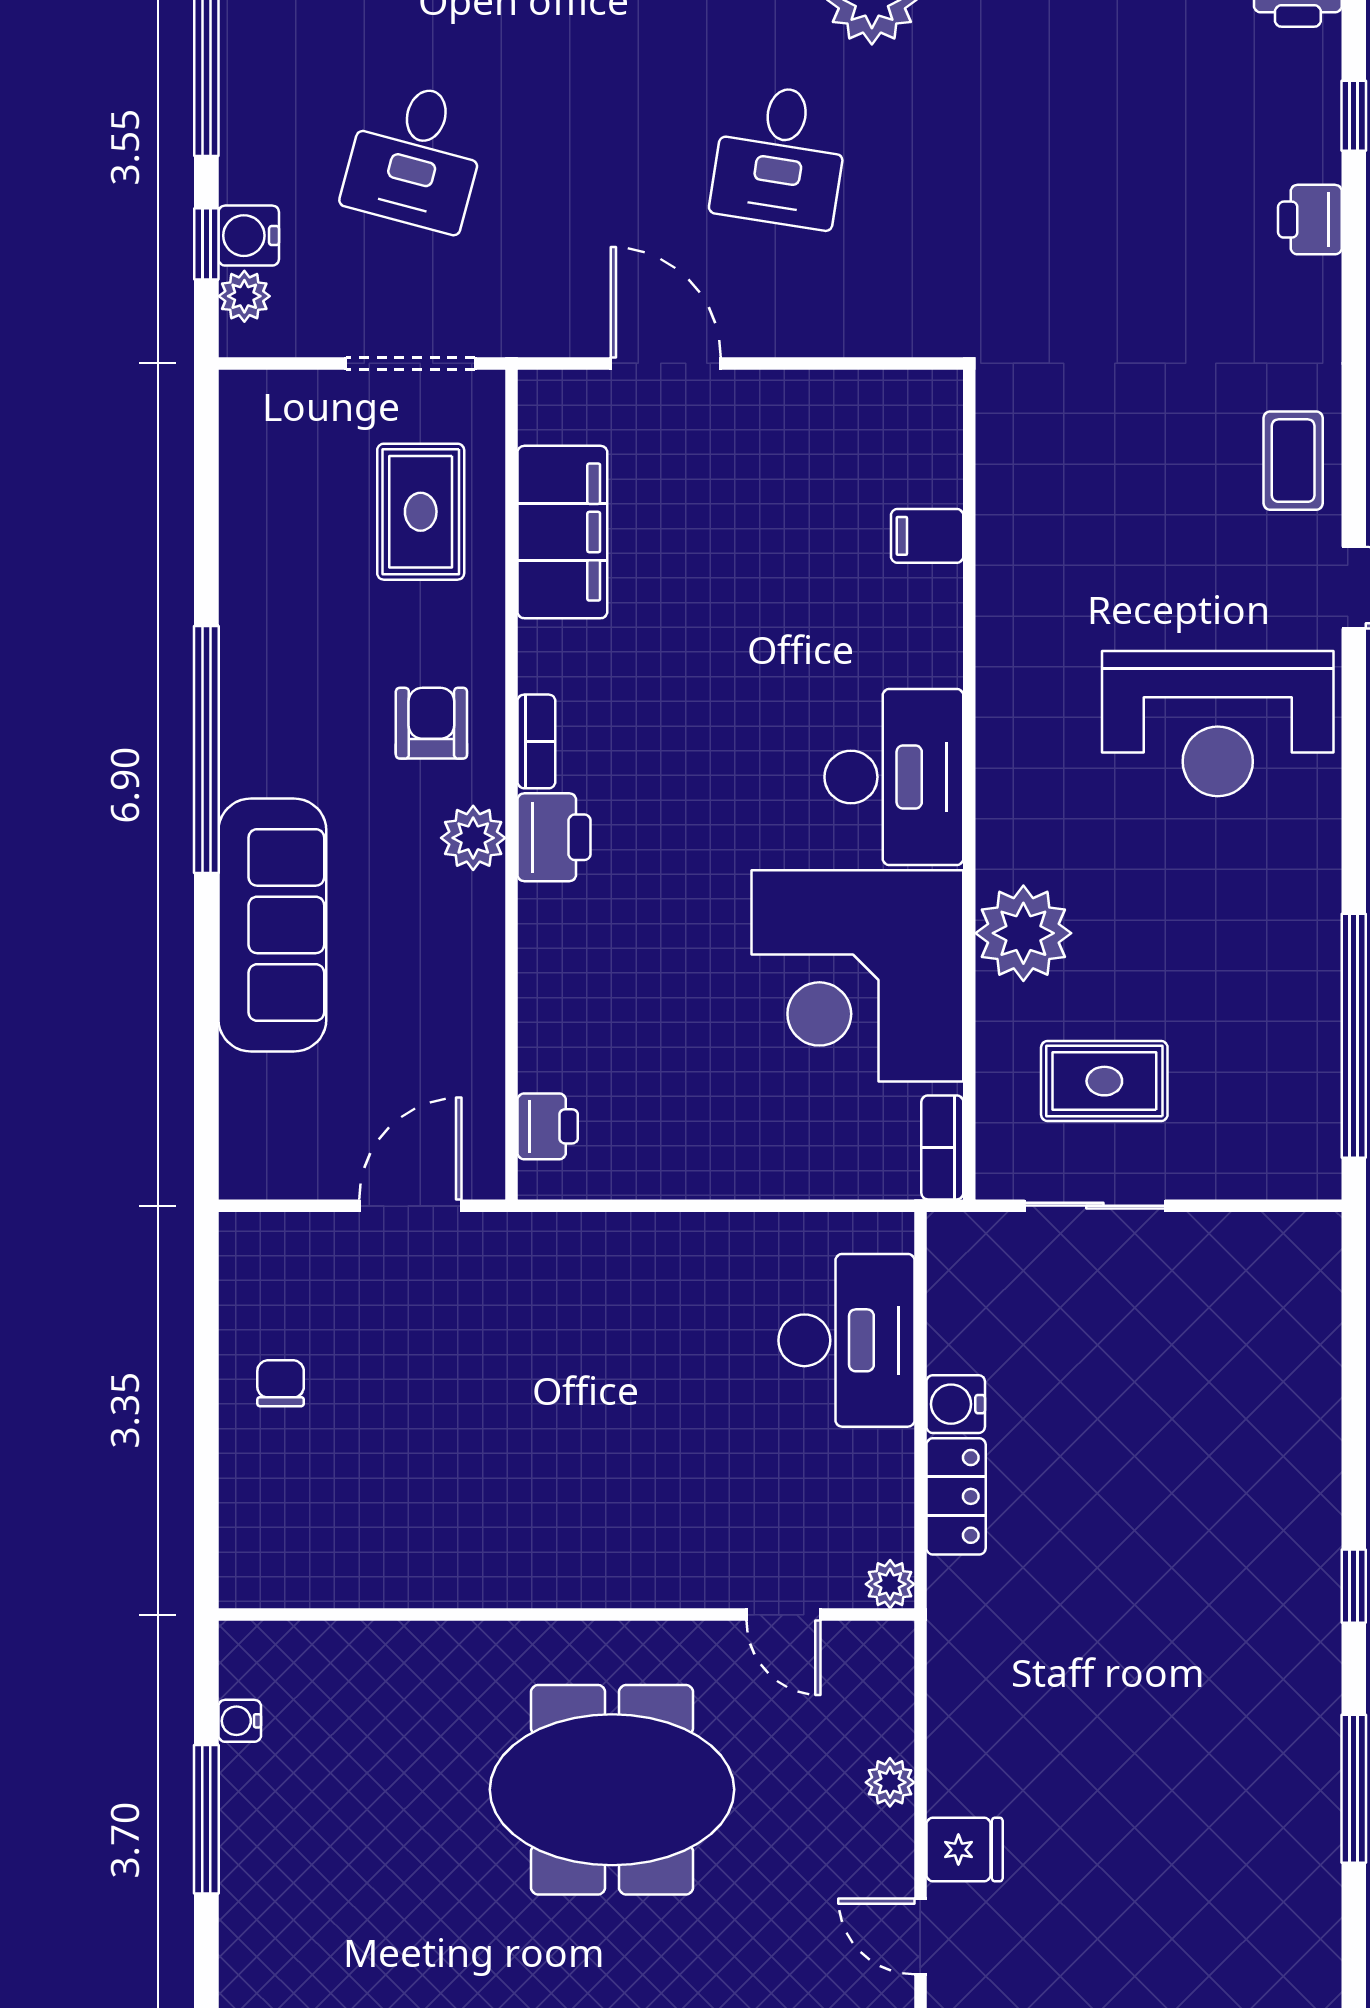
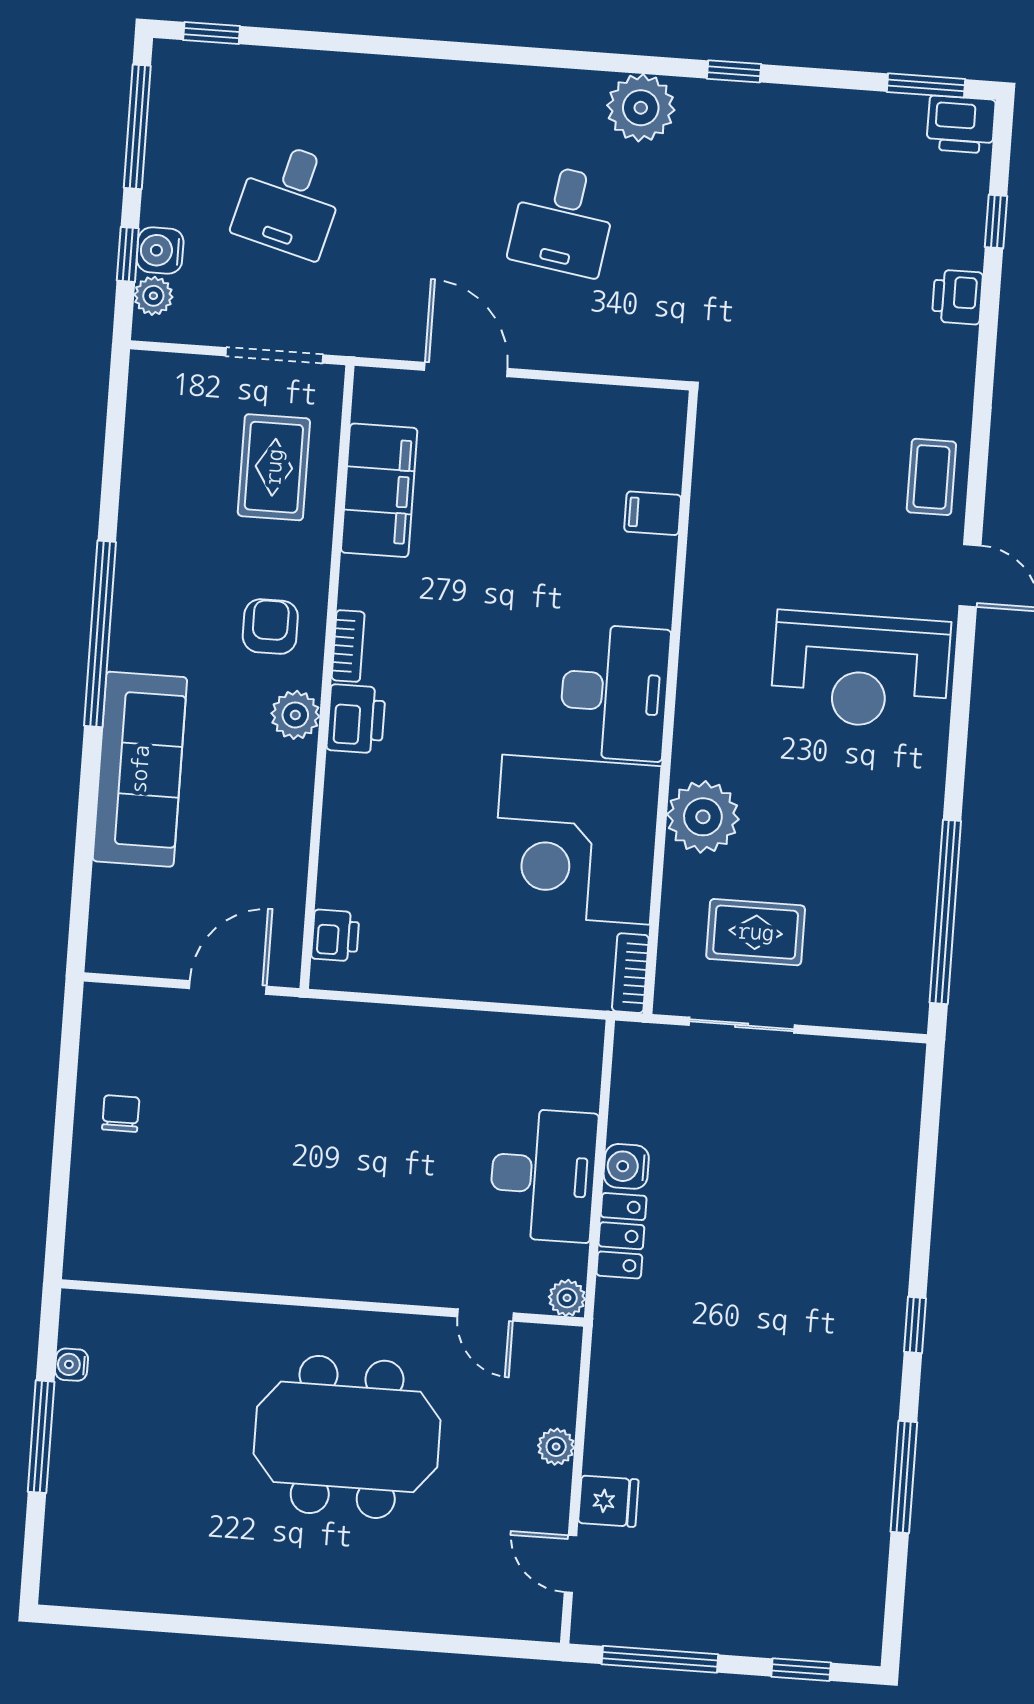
desk: (846, 1340) -> (543, 1175), moved

